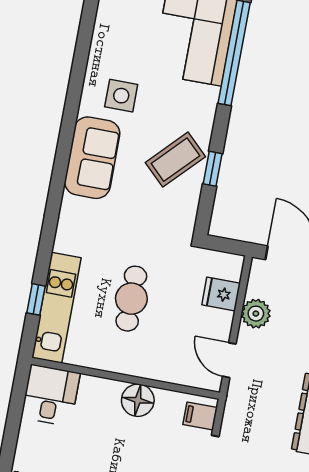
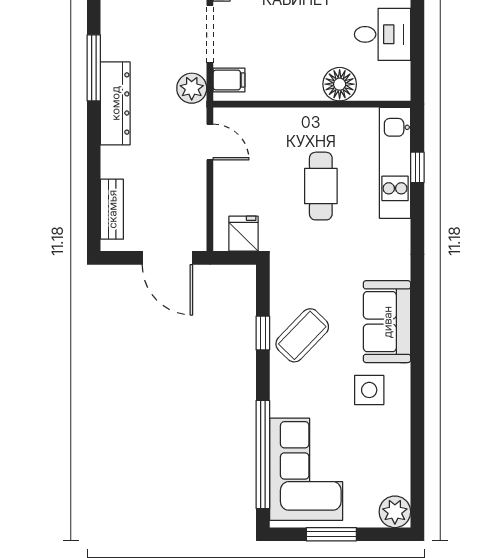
fridge: (221, 294) -> (244, 234), moved, turned -90
plant: (256, 314) -> (192, 88), moved
desk: (51, 395) -> (383, 34), moved, turned -90
floor lamp: (138, 400) -> (340, 84), moved

